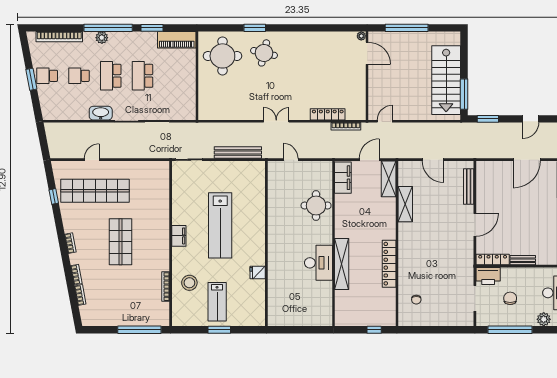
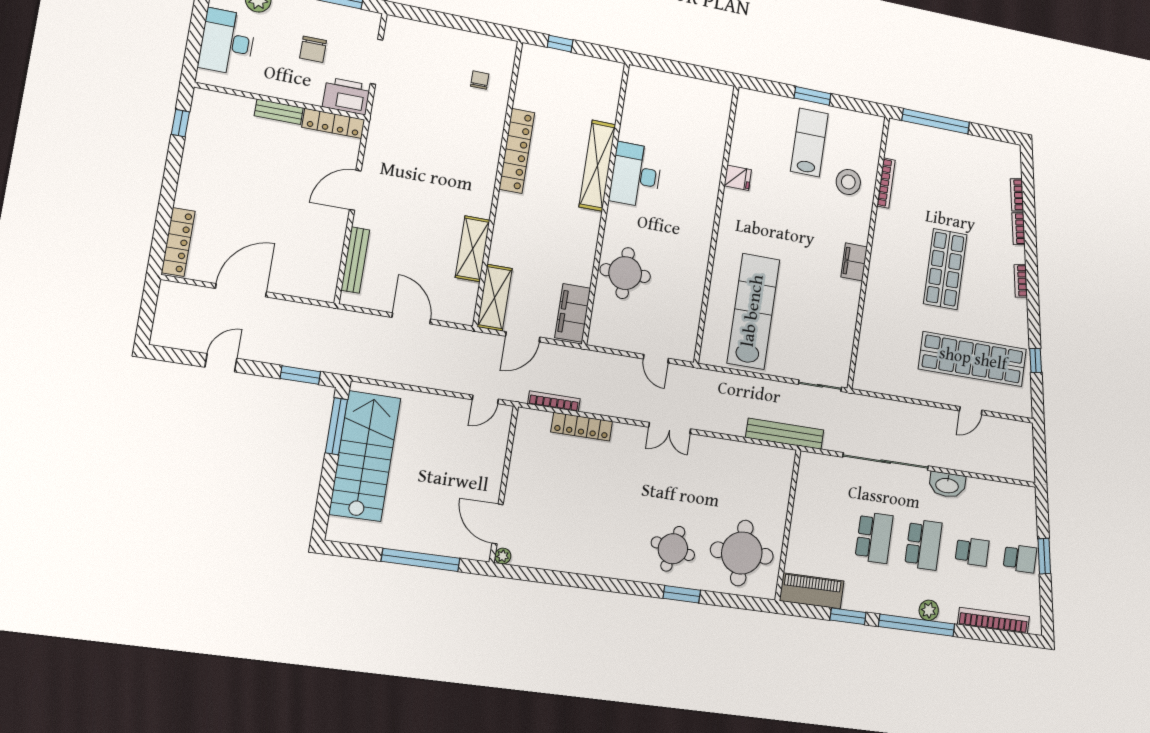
bench: (238, 153) -> (785, 434), moved
lab bench: (220, 225) -> (753, 311), moved

